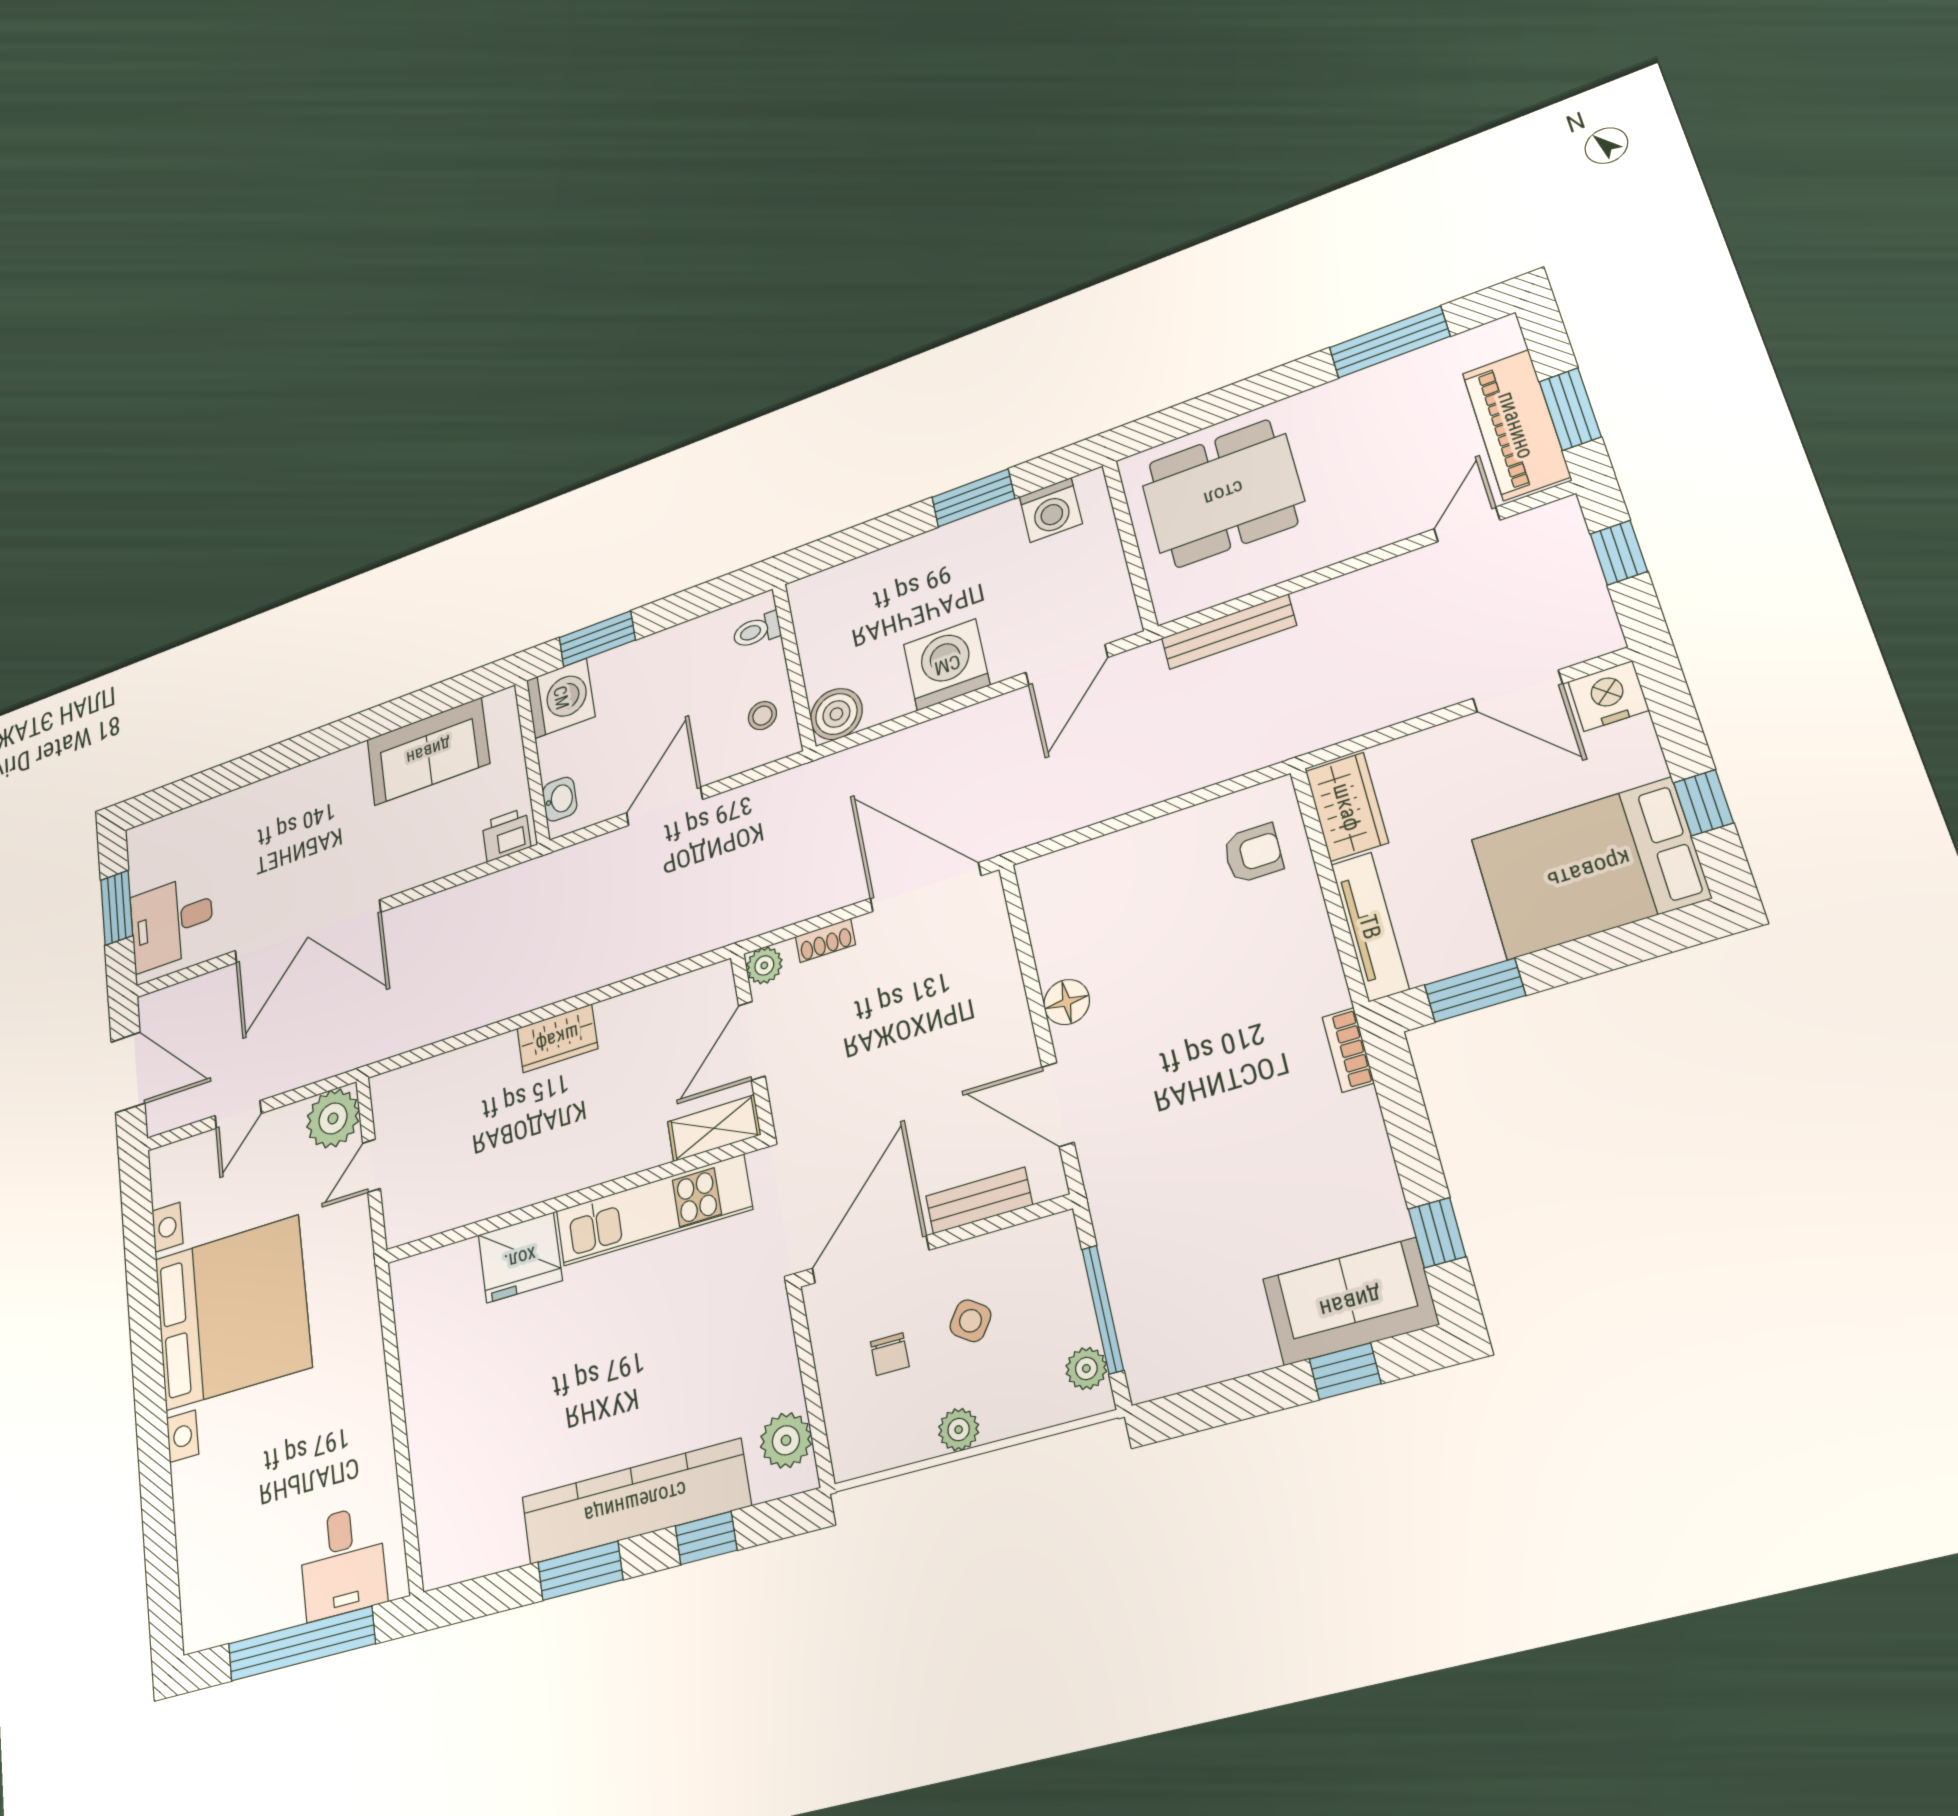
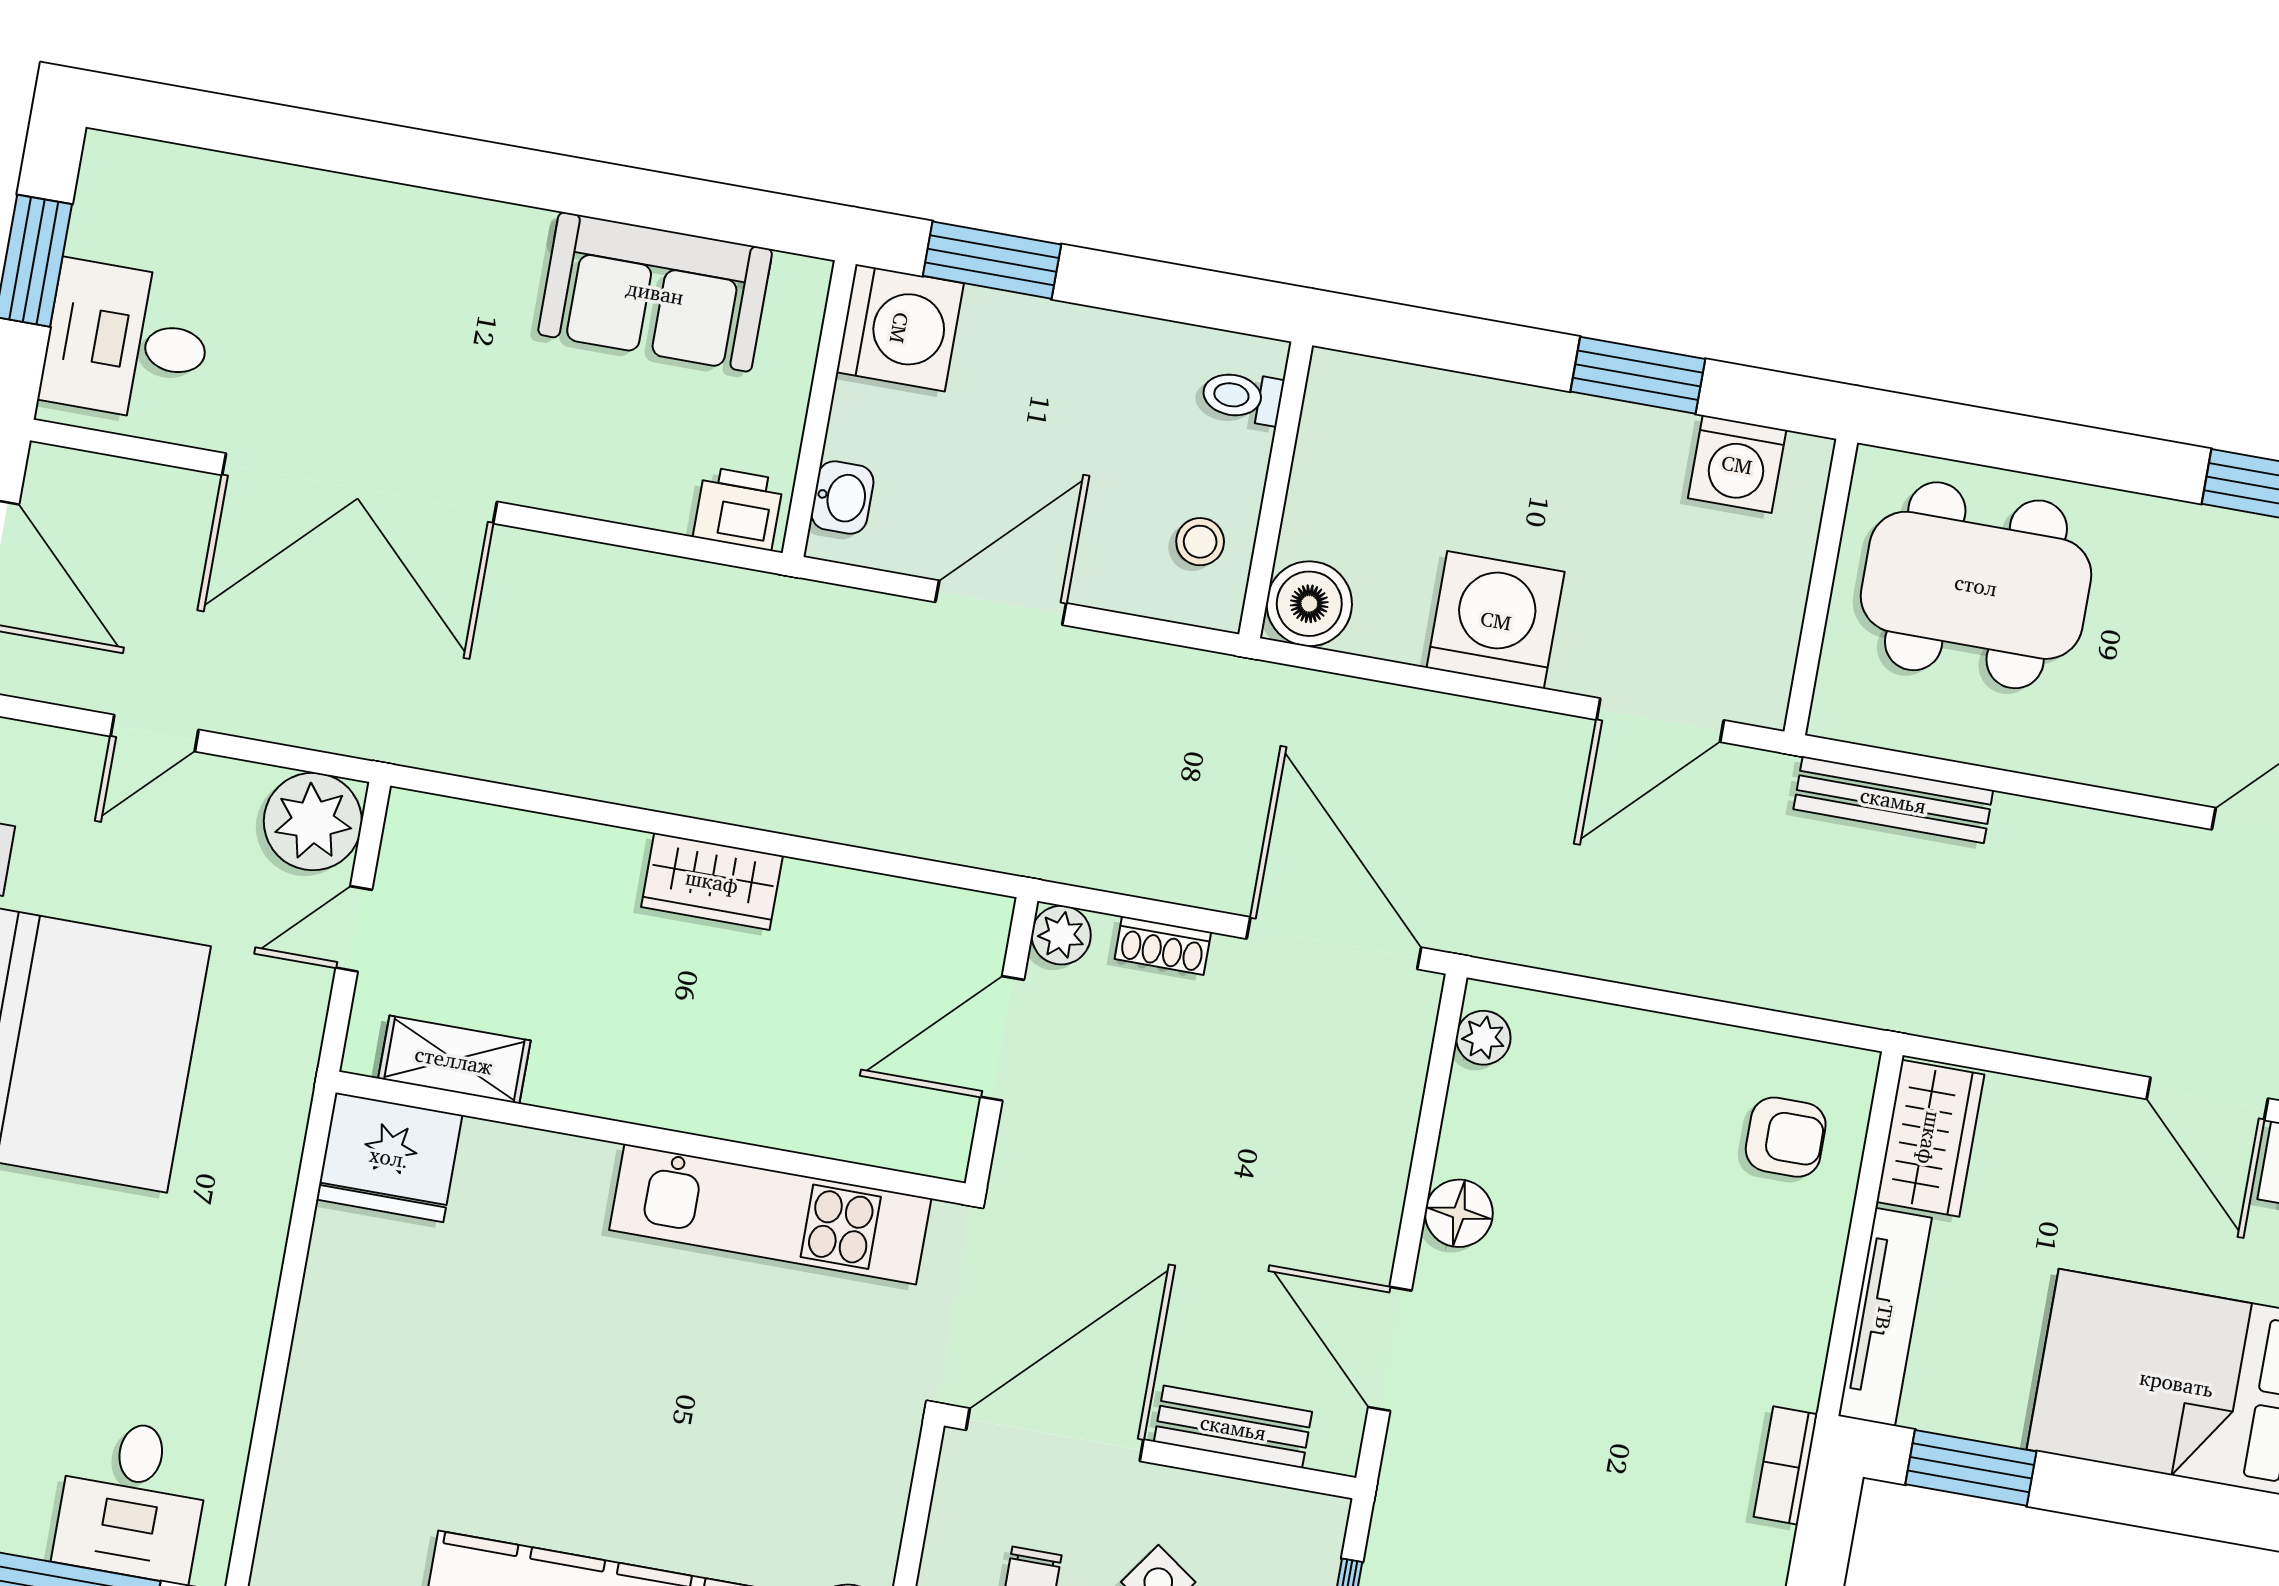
plant: (1038, 893) -> (1483, 1038), added
shelving: (714, 1128) -> (454, 1060), moved
fridge: (520, 1258) -> (389, 1157), moved

